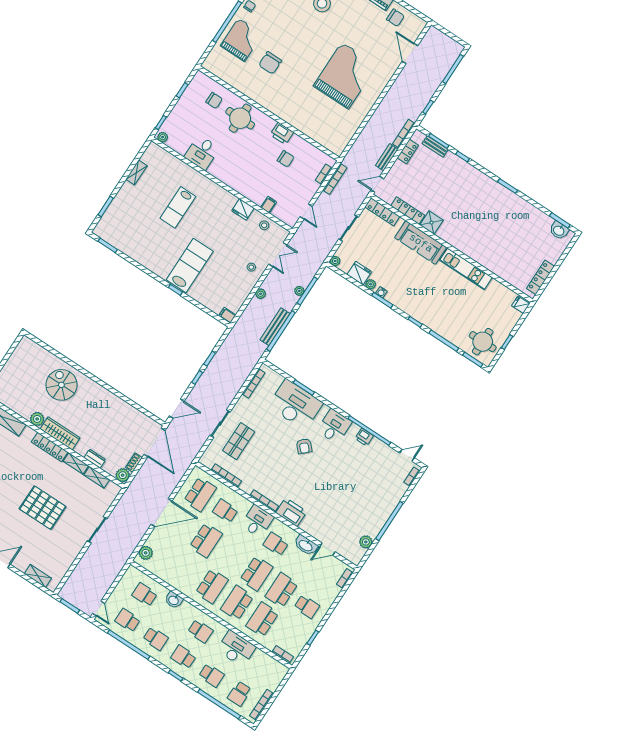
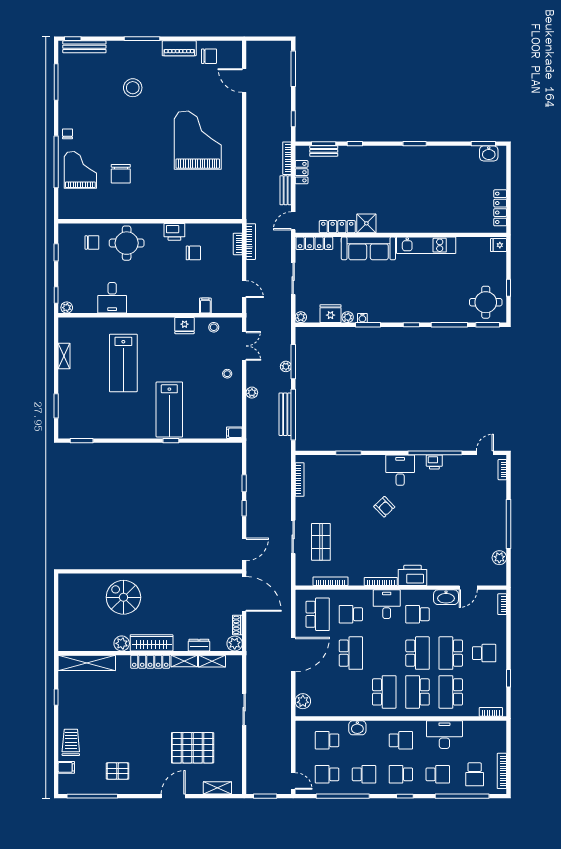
lab bench: (178, 207) -> (123, 363), width x1.36, depth x1.39
lab bench: (190, 266) -> (169, 409), turned 180
desk: (295, 405) -> (351, 474), removed
pallet: (43, 508) -> (193, 748), moved

